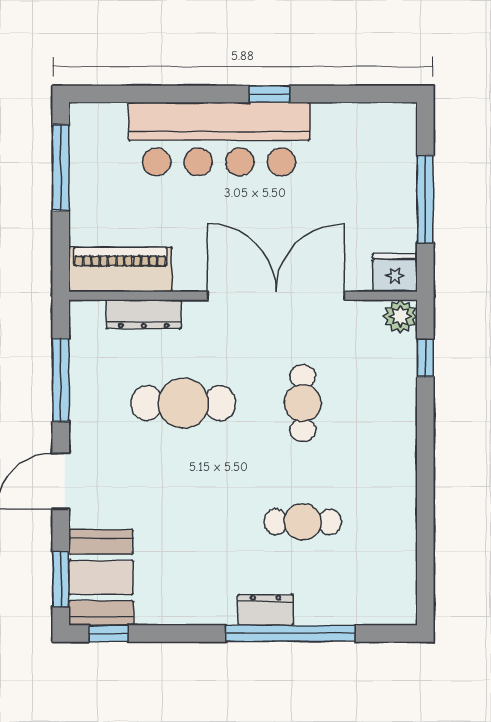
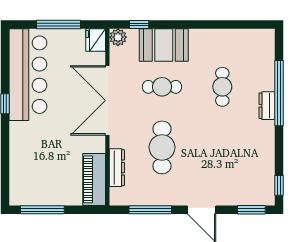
bar counter: (219, 139) -> (28, 75), moved
booth: (101, 577) -> (164, 45), moved

